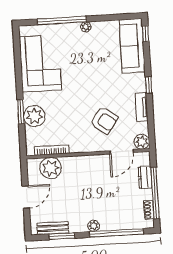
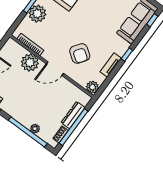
door: (122, 152) -> (55, 69), moved
plant: (51, 168) -> (30, 63), moved
dresser: (145, 177) -> (73, 115), width x1.44
plant: (94, 226) -> (35, 129), moved

